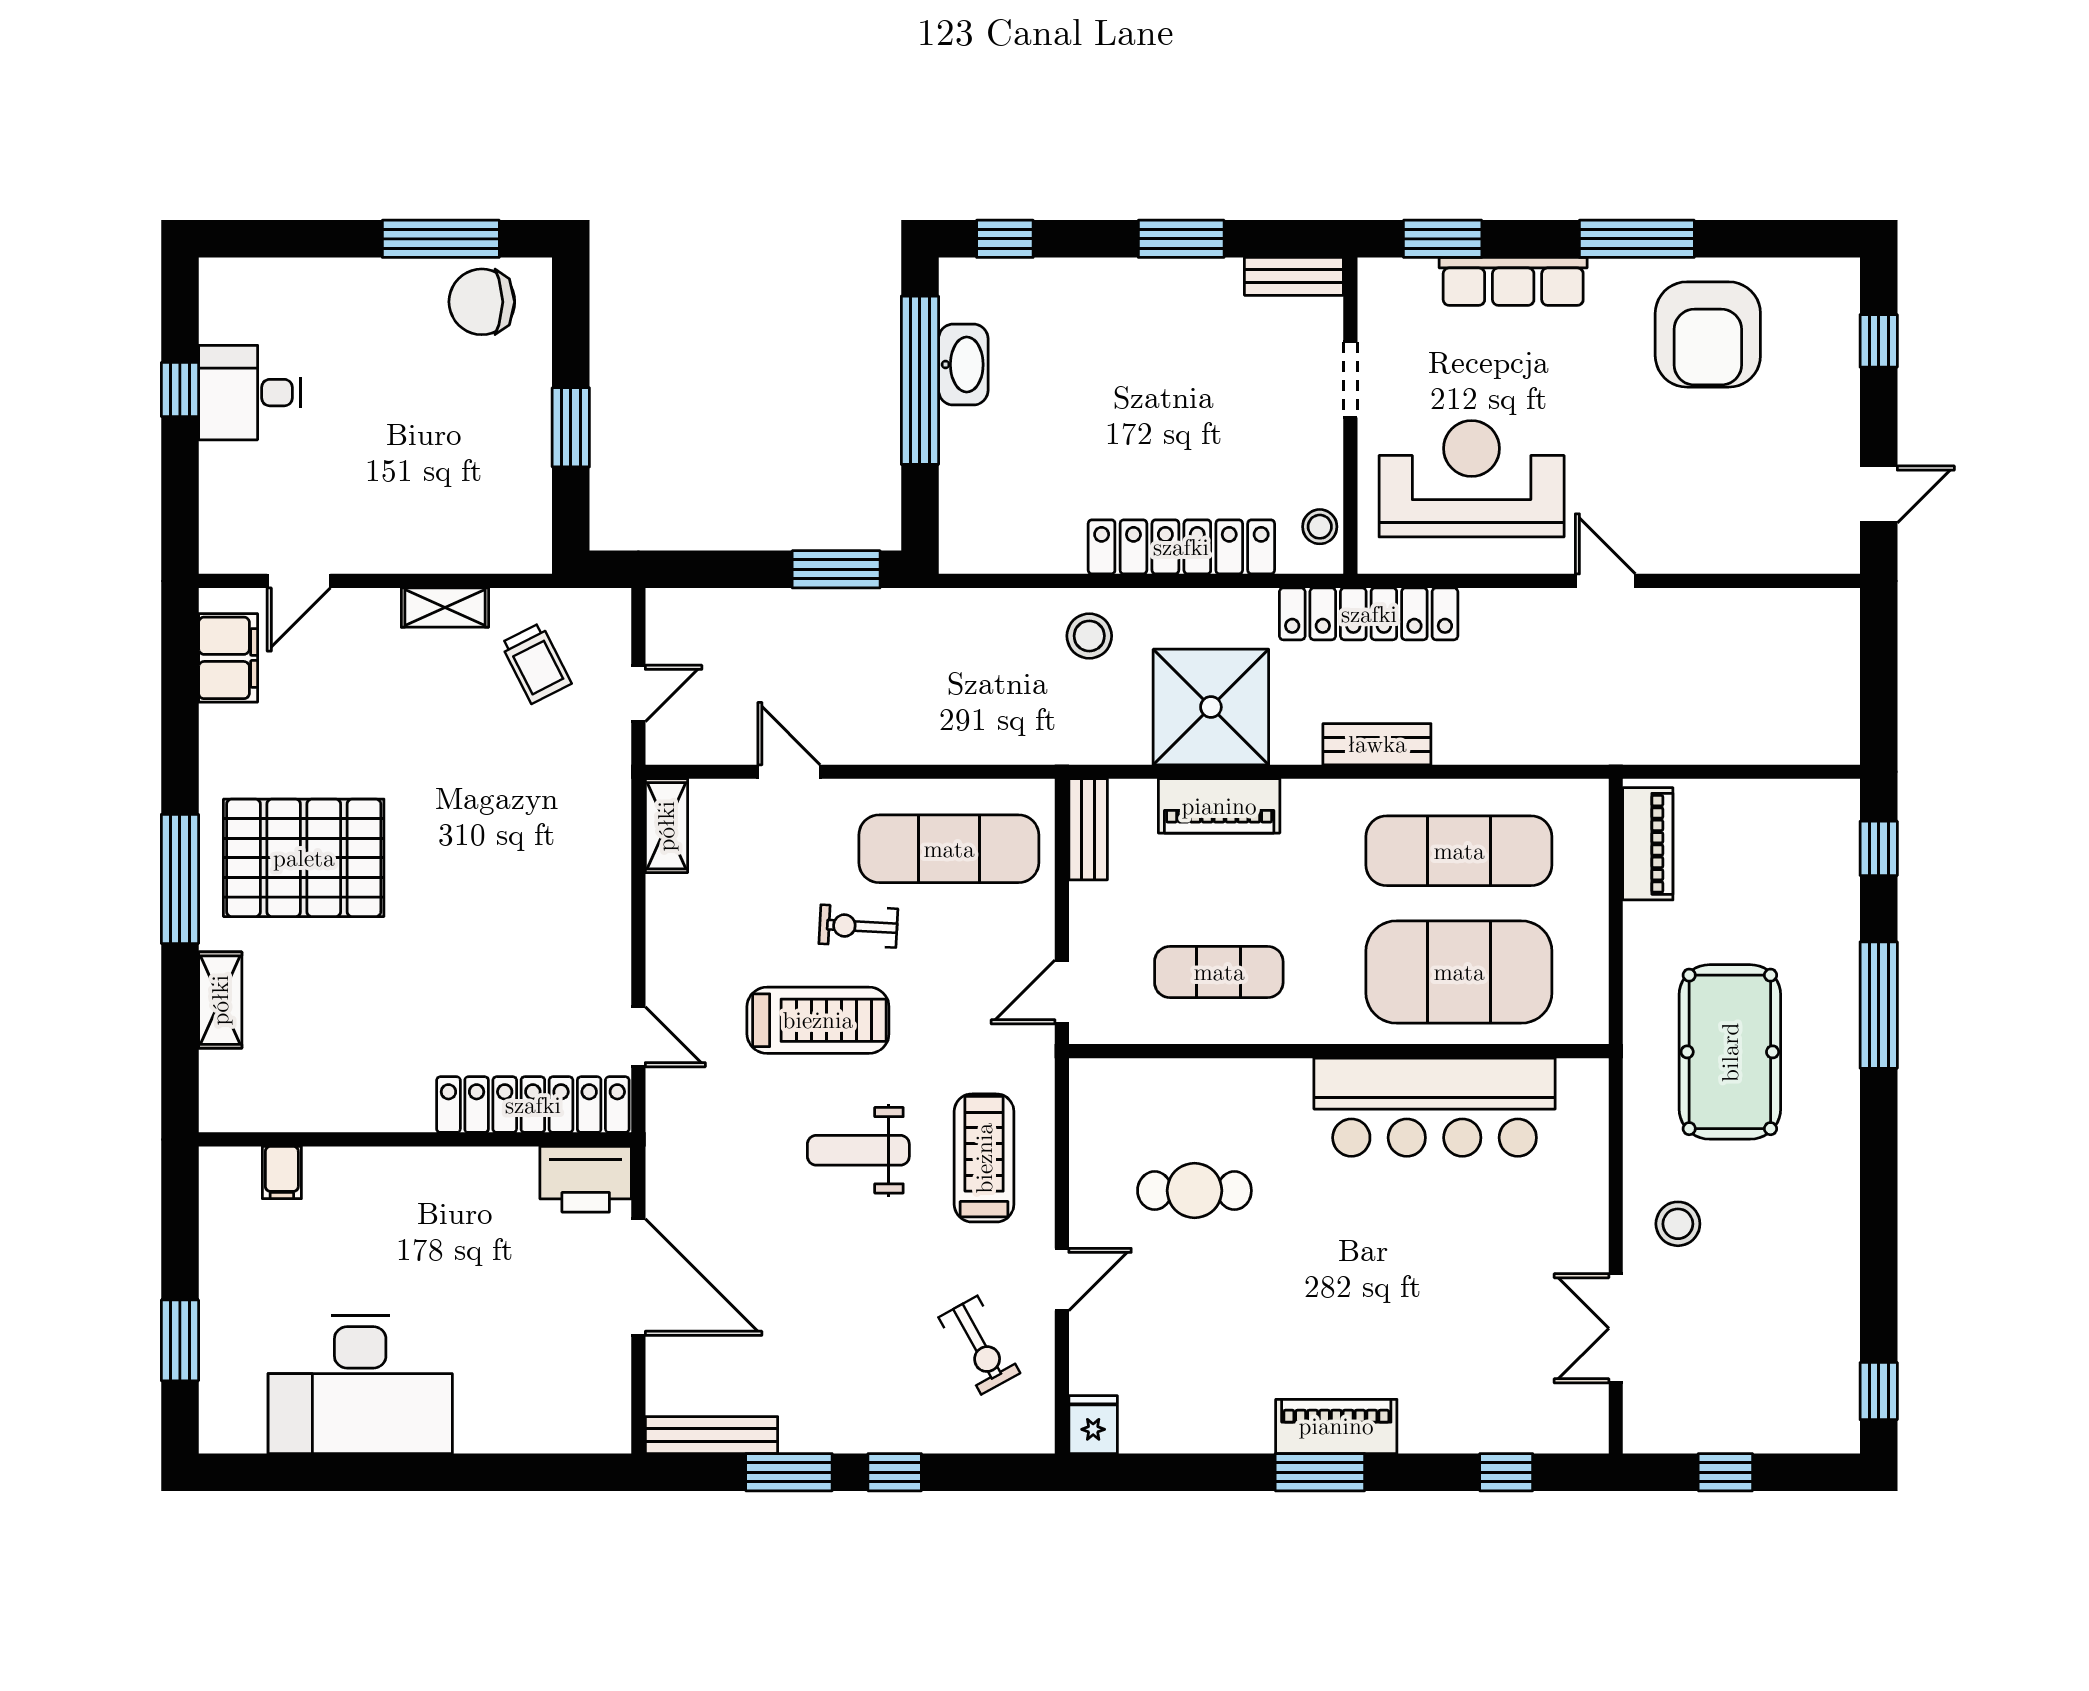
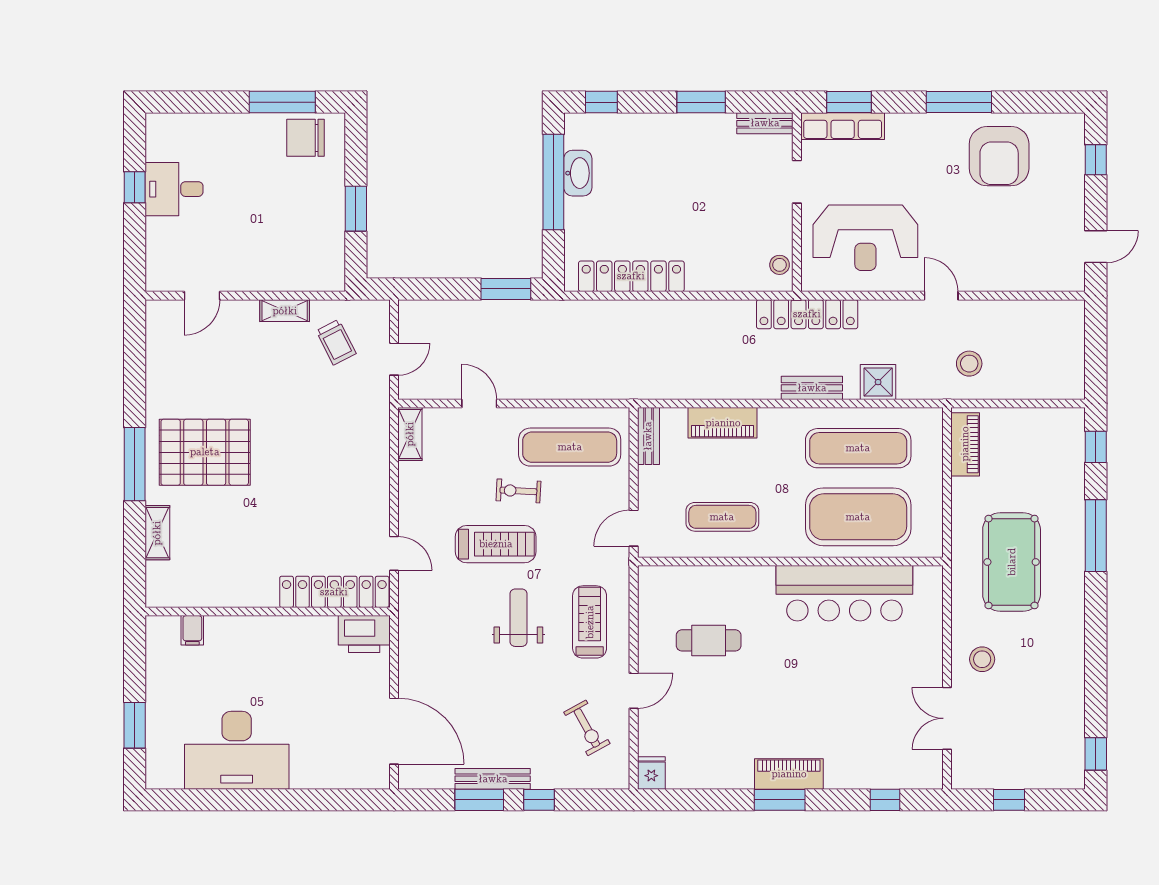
row of seats: (1513, 281) -> (843, 126), moved
reception desk: (1472, 479) -> (865, 238), turned 180
locker: (1181, 547) -> (631, 276), moved
stool: (1089, 636) -> (969, 364), moved
filing cabinet: (228, 658) -> (162, 339), removed
shower: (1211, 707) -> (878, 382), moved, width x0.54, depth x0.54
weight bench: (858, 1150) -> (518, 618), turned 90
door: (638, 1277) -> (394, 731), moved
bench: (712, 1435) -> (493, 779), moved

